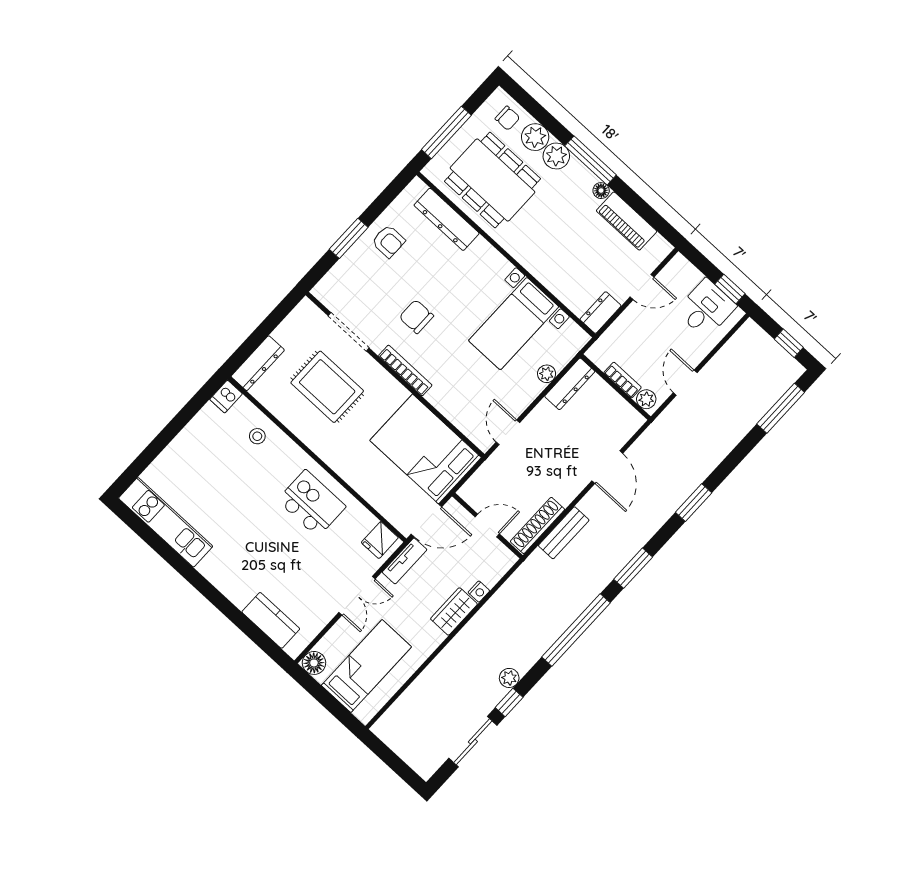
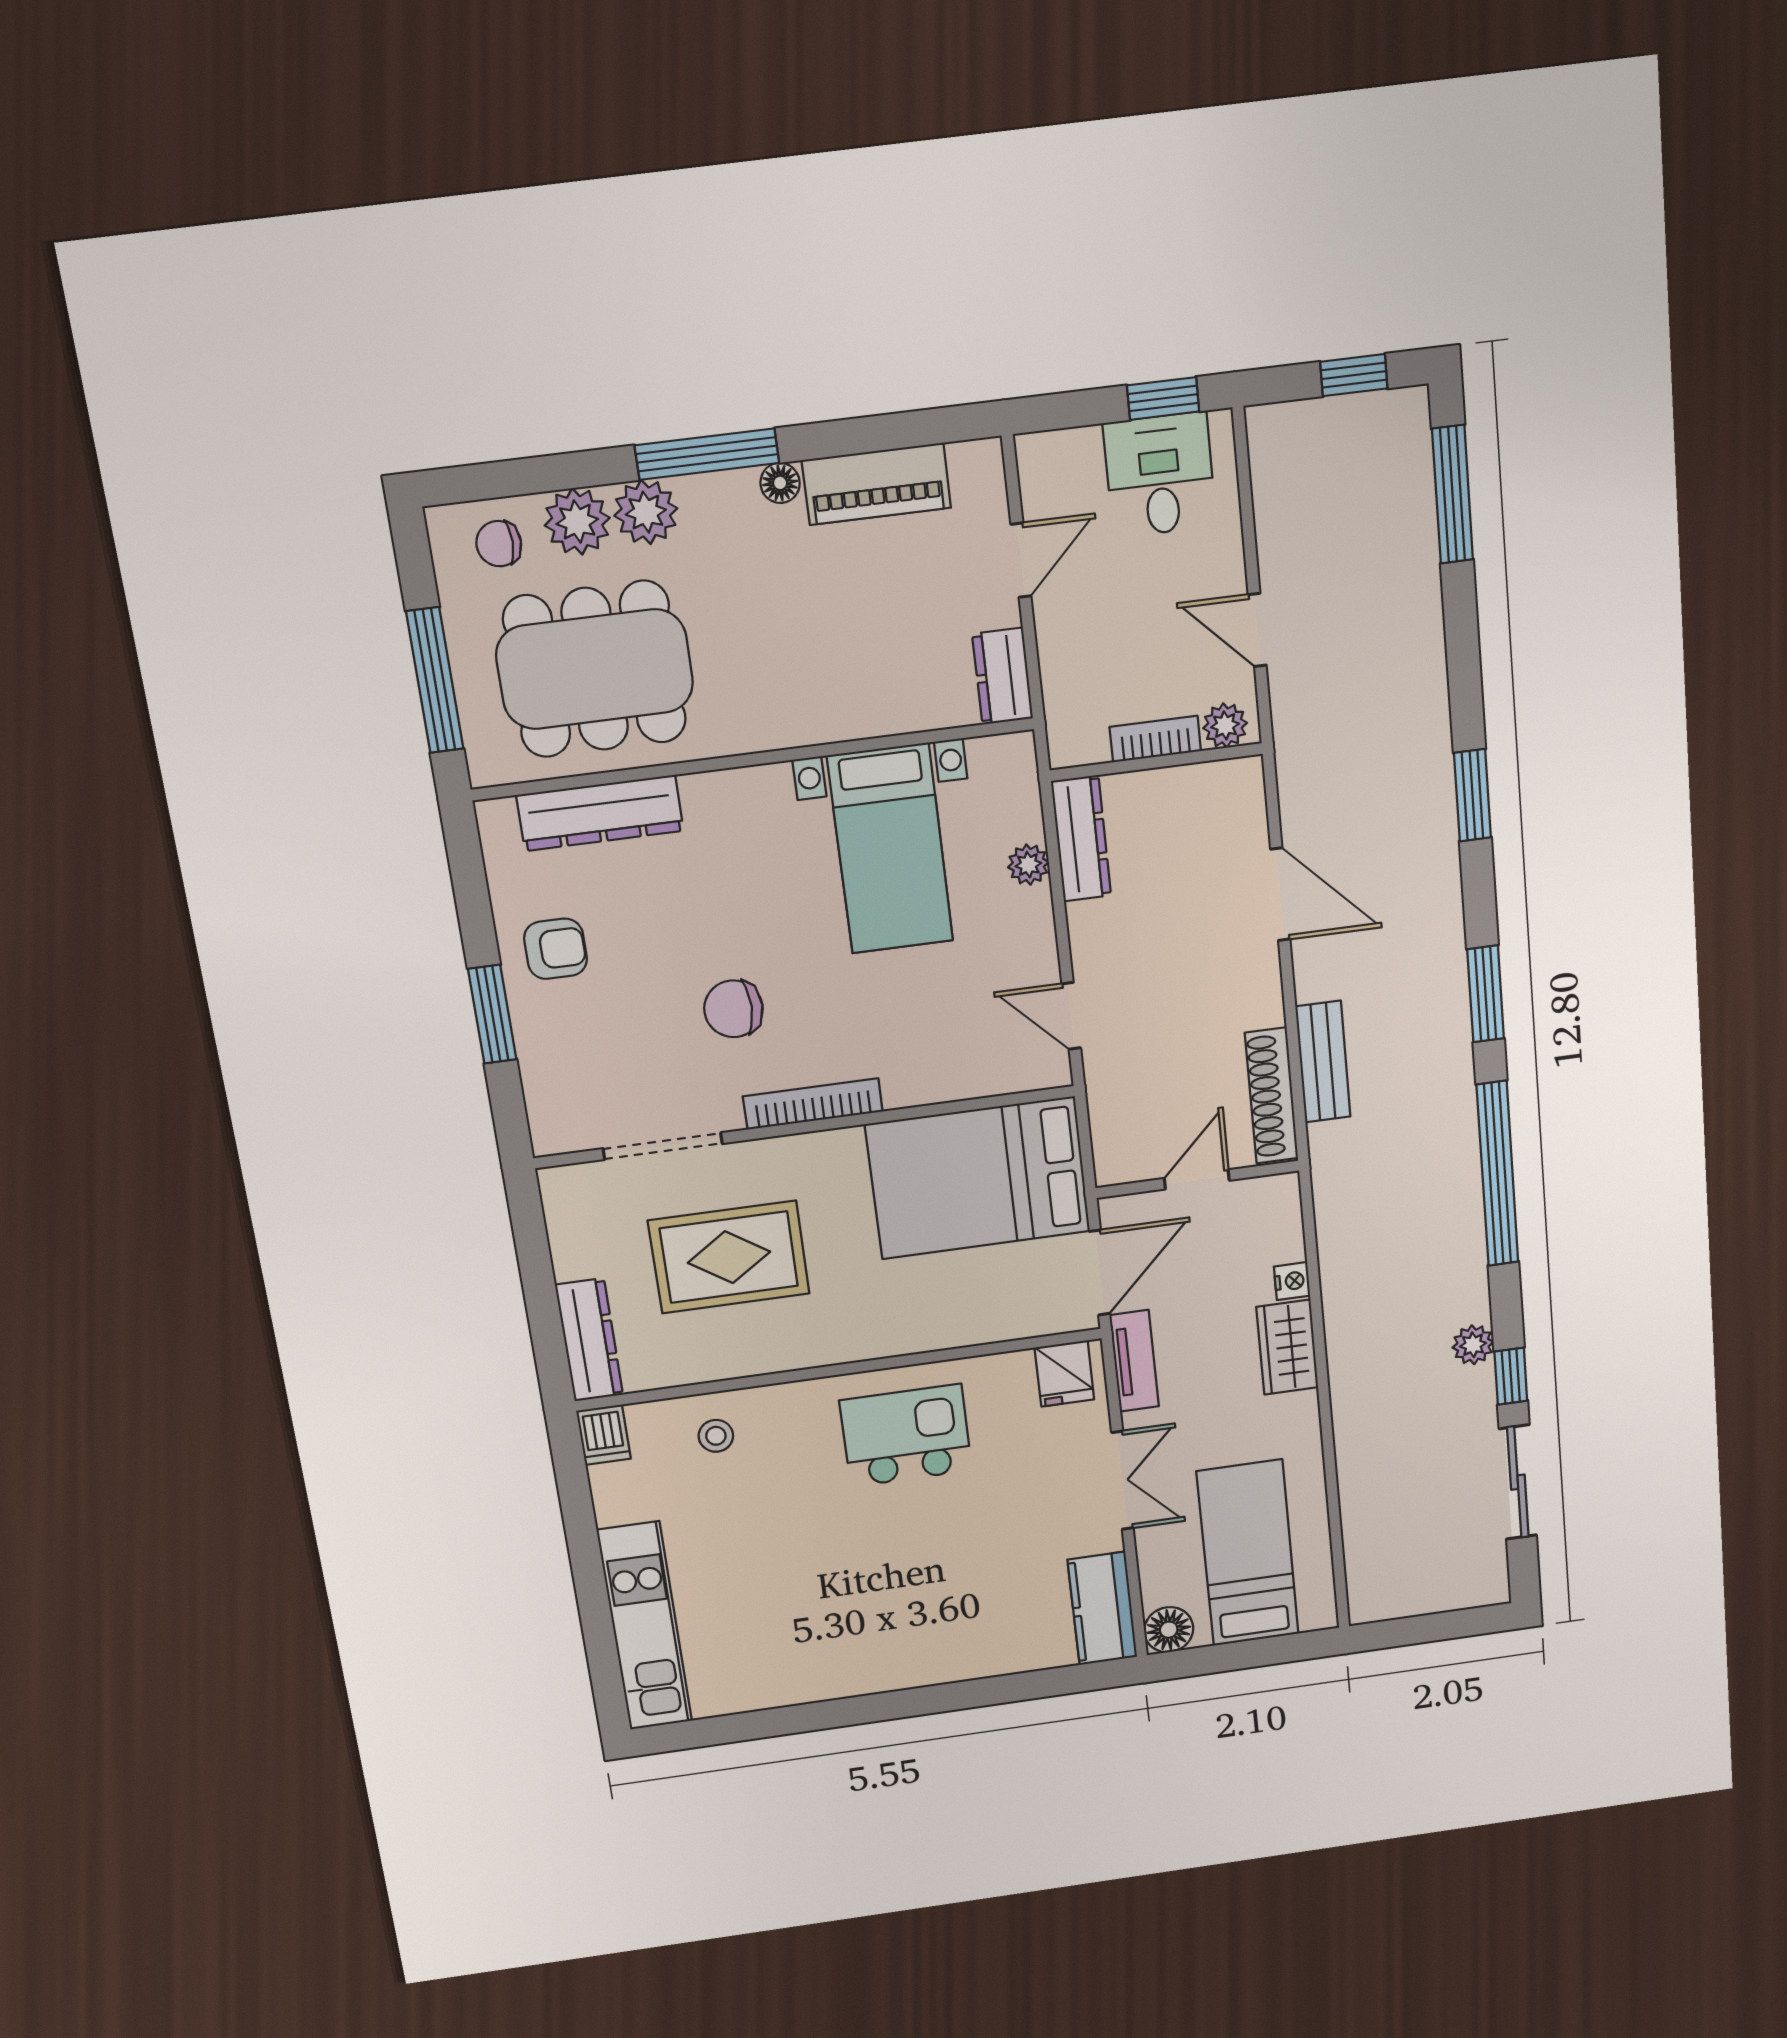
chair: (507, 118) -> (499, 544), turned 180
kitchen unit: (166, 522) -> (645, 1626), moved, turned 90
kitchen counter: (271, 620) -> (1102, 1608), moved, turned -90

